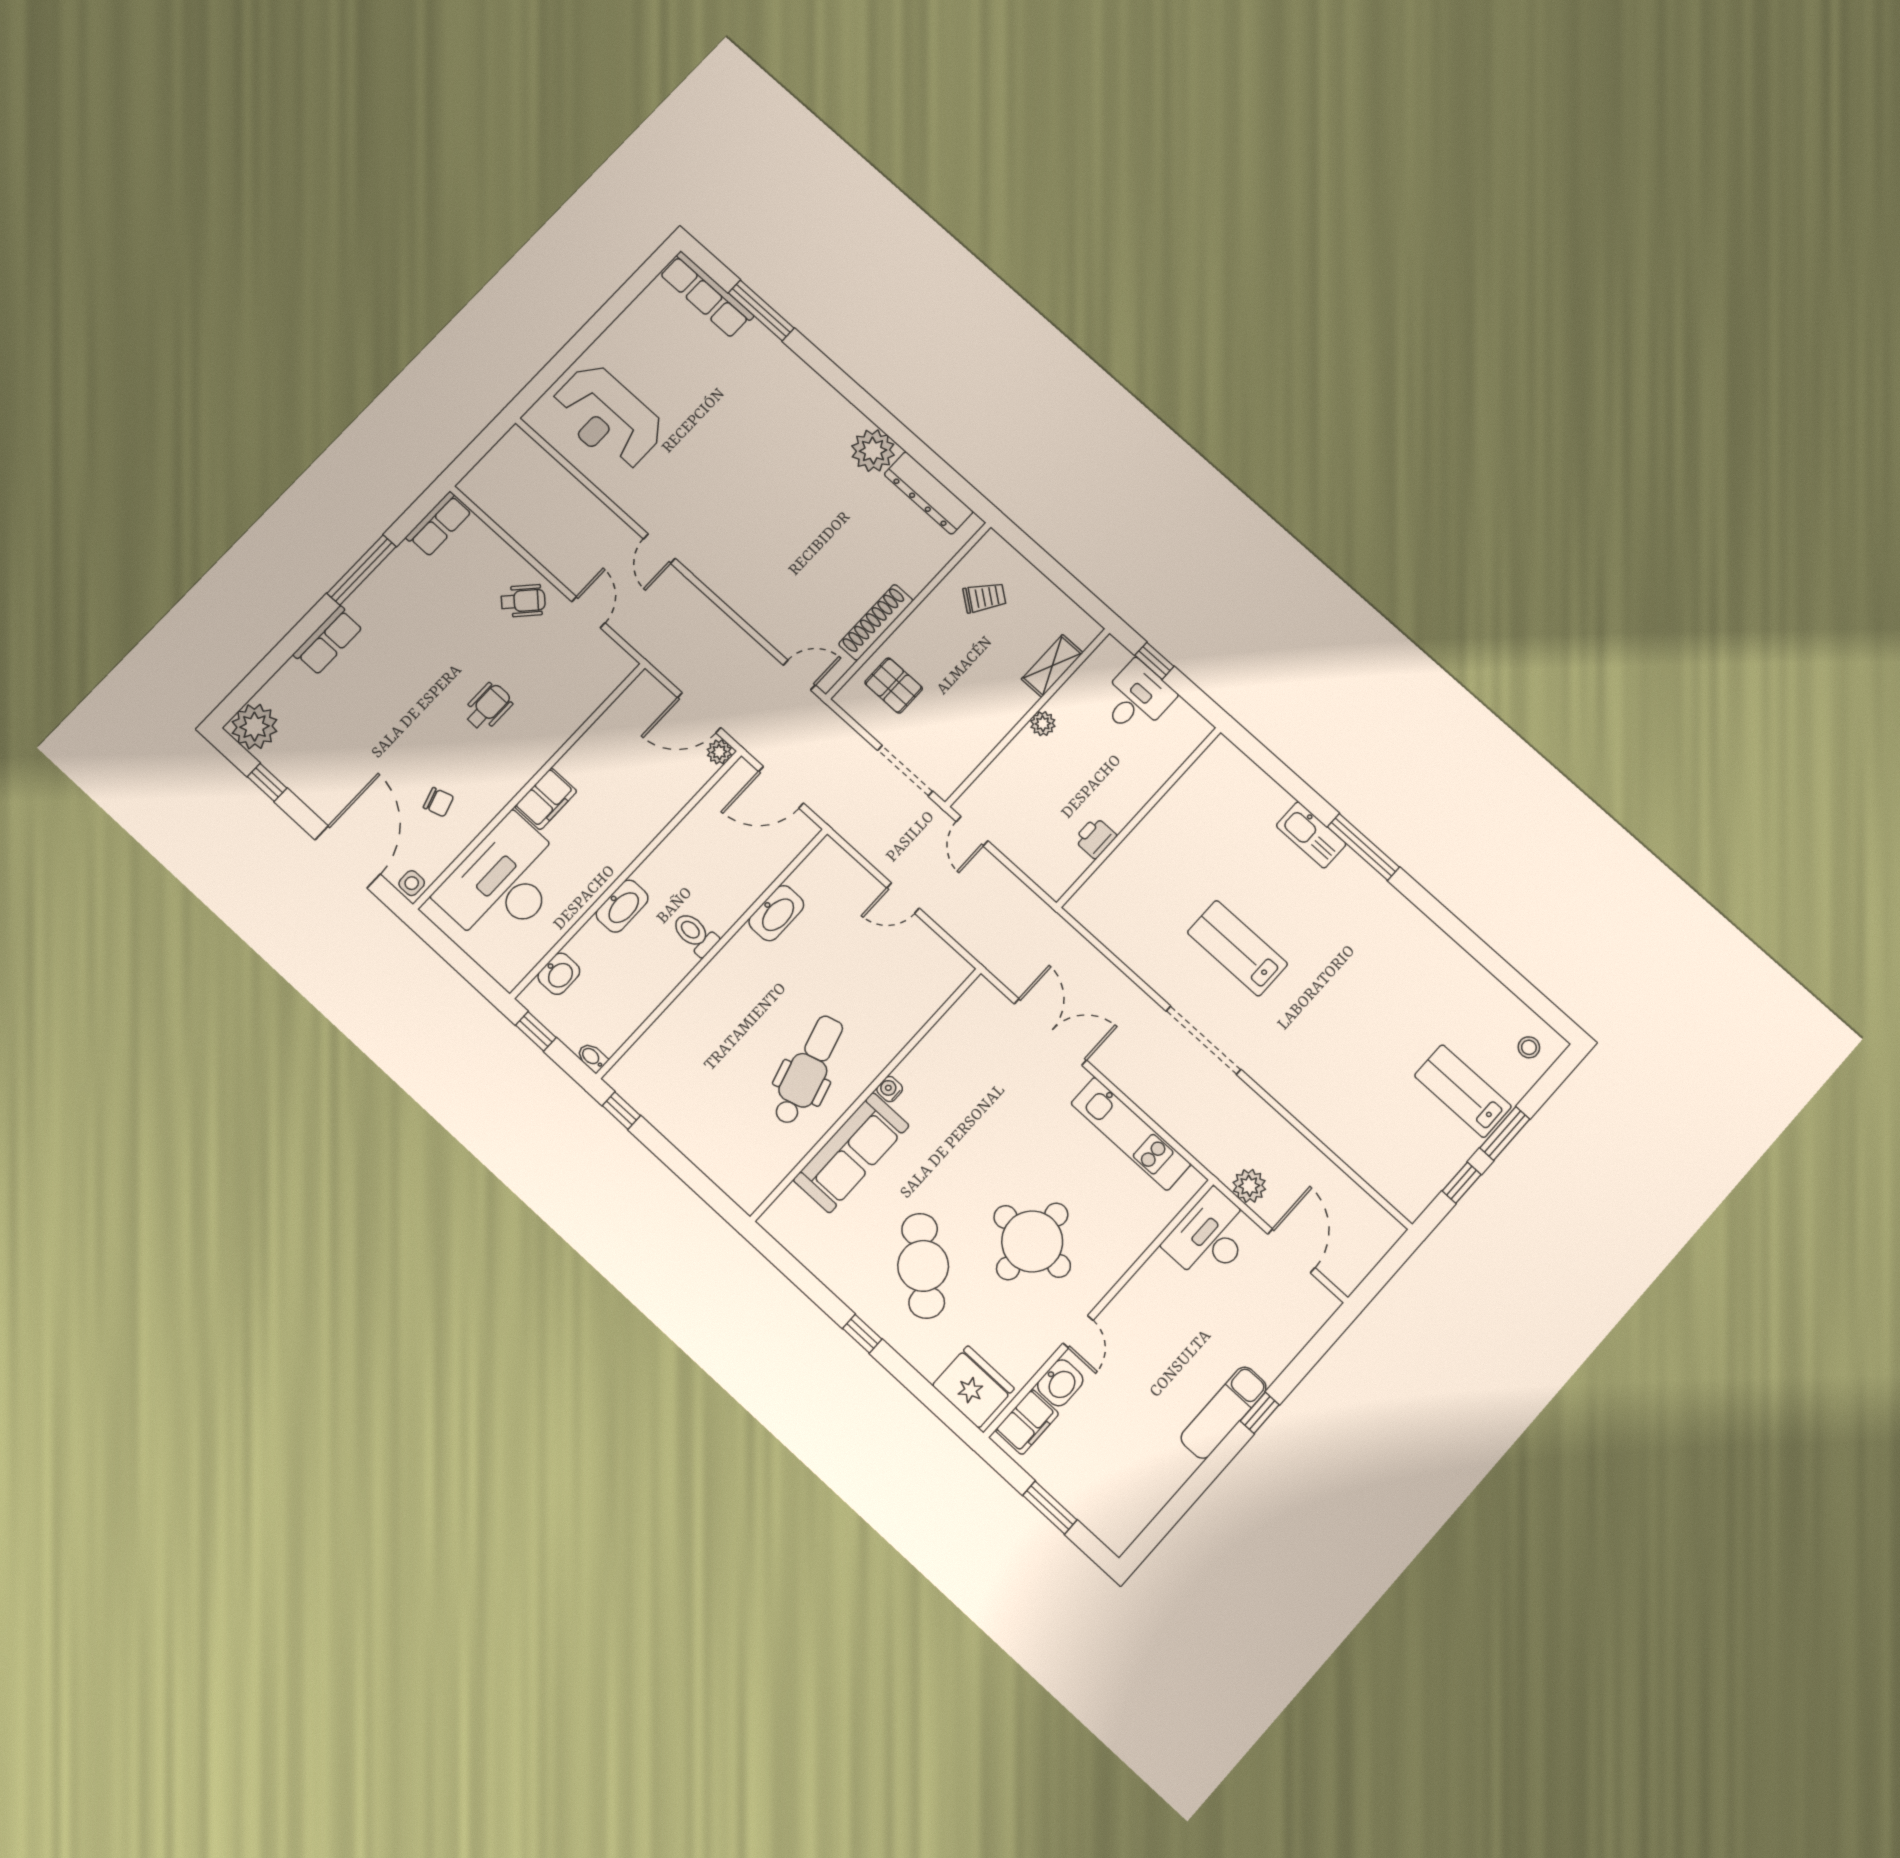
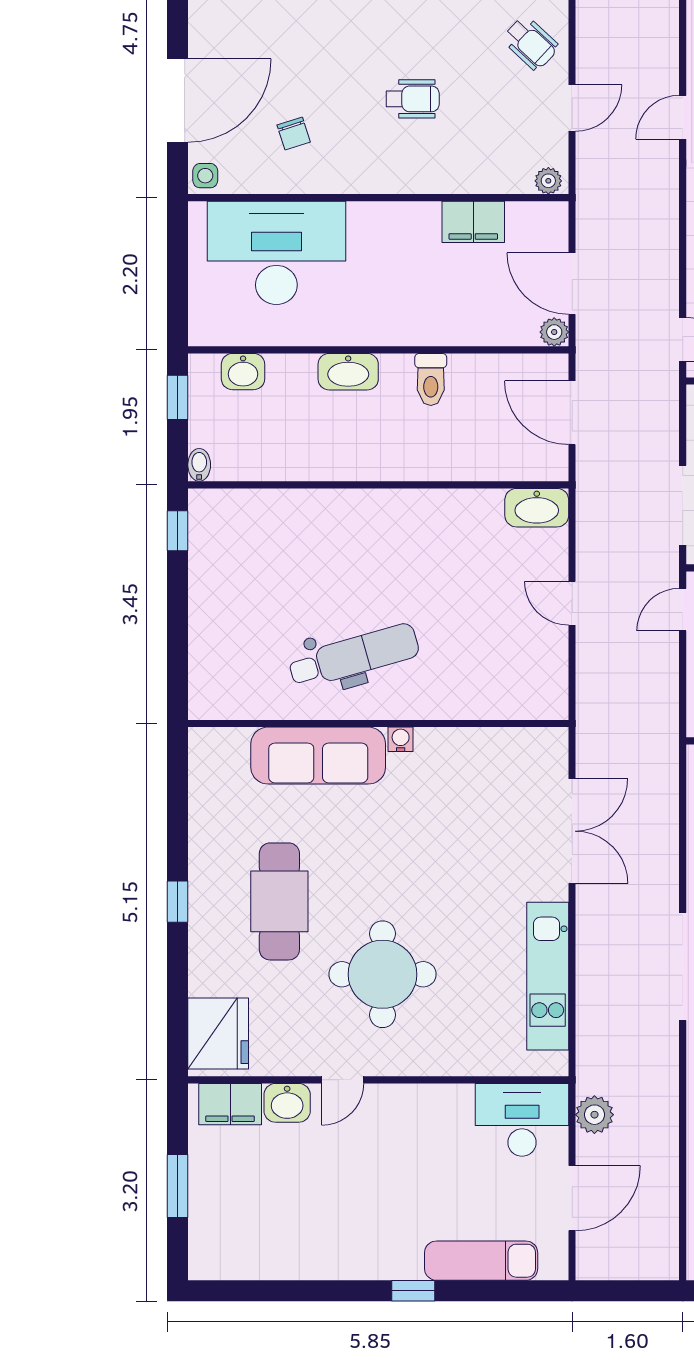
plant: (620, 669) -> (548, 181), added
filing cabinet: (546, 799) -> (473, 222), moved
washbasin: (776, 913) -> (537, 508), moved
toilet: (695, 934) -> (431, 379), moved, turned 180
cafe table: (923, 1266) -> (279, 901), turned -42
exam couch: (1224, 1413) -> (481, 1261), moved

